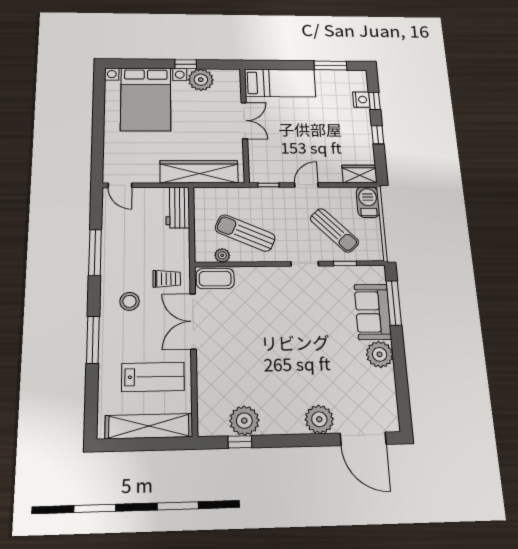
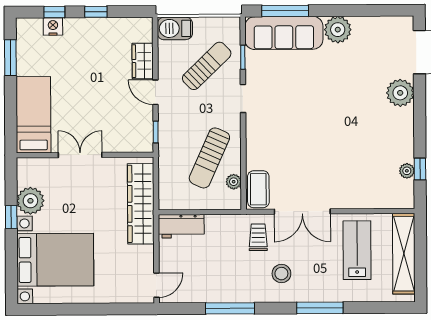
wardrobe: (359, 174) -> (143, 61), moved
sofa: (373, 312) -> (284, 33), width x1.36
plant: (244, 421) -> (407, 171), width x0.53, depth x0.53

